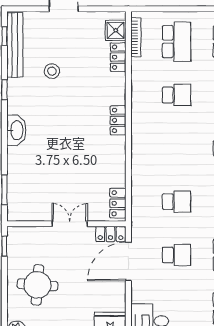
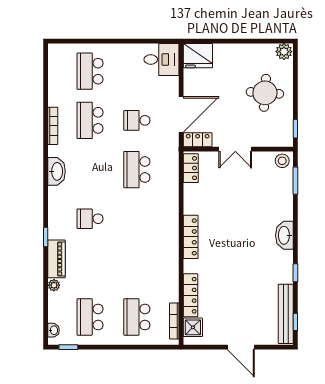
locker: (118, 57) -> (191, 295), width x1.53
stool: (52, 71) -> (282, 161), moved
school desk: (176, 95) -> (137, 268), removed
locker: (118, 120) -> (191, 237), width x1.53
school desk: (176, 202) -> (137, 170), width x1.85

